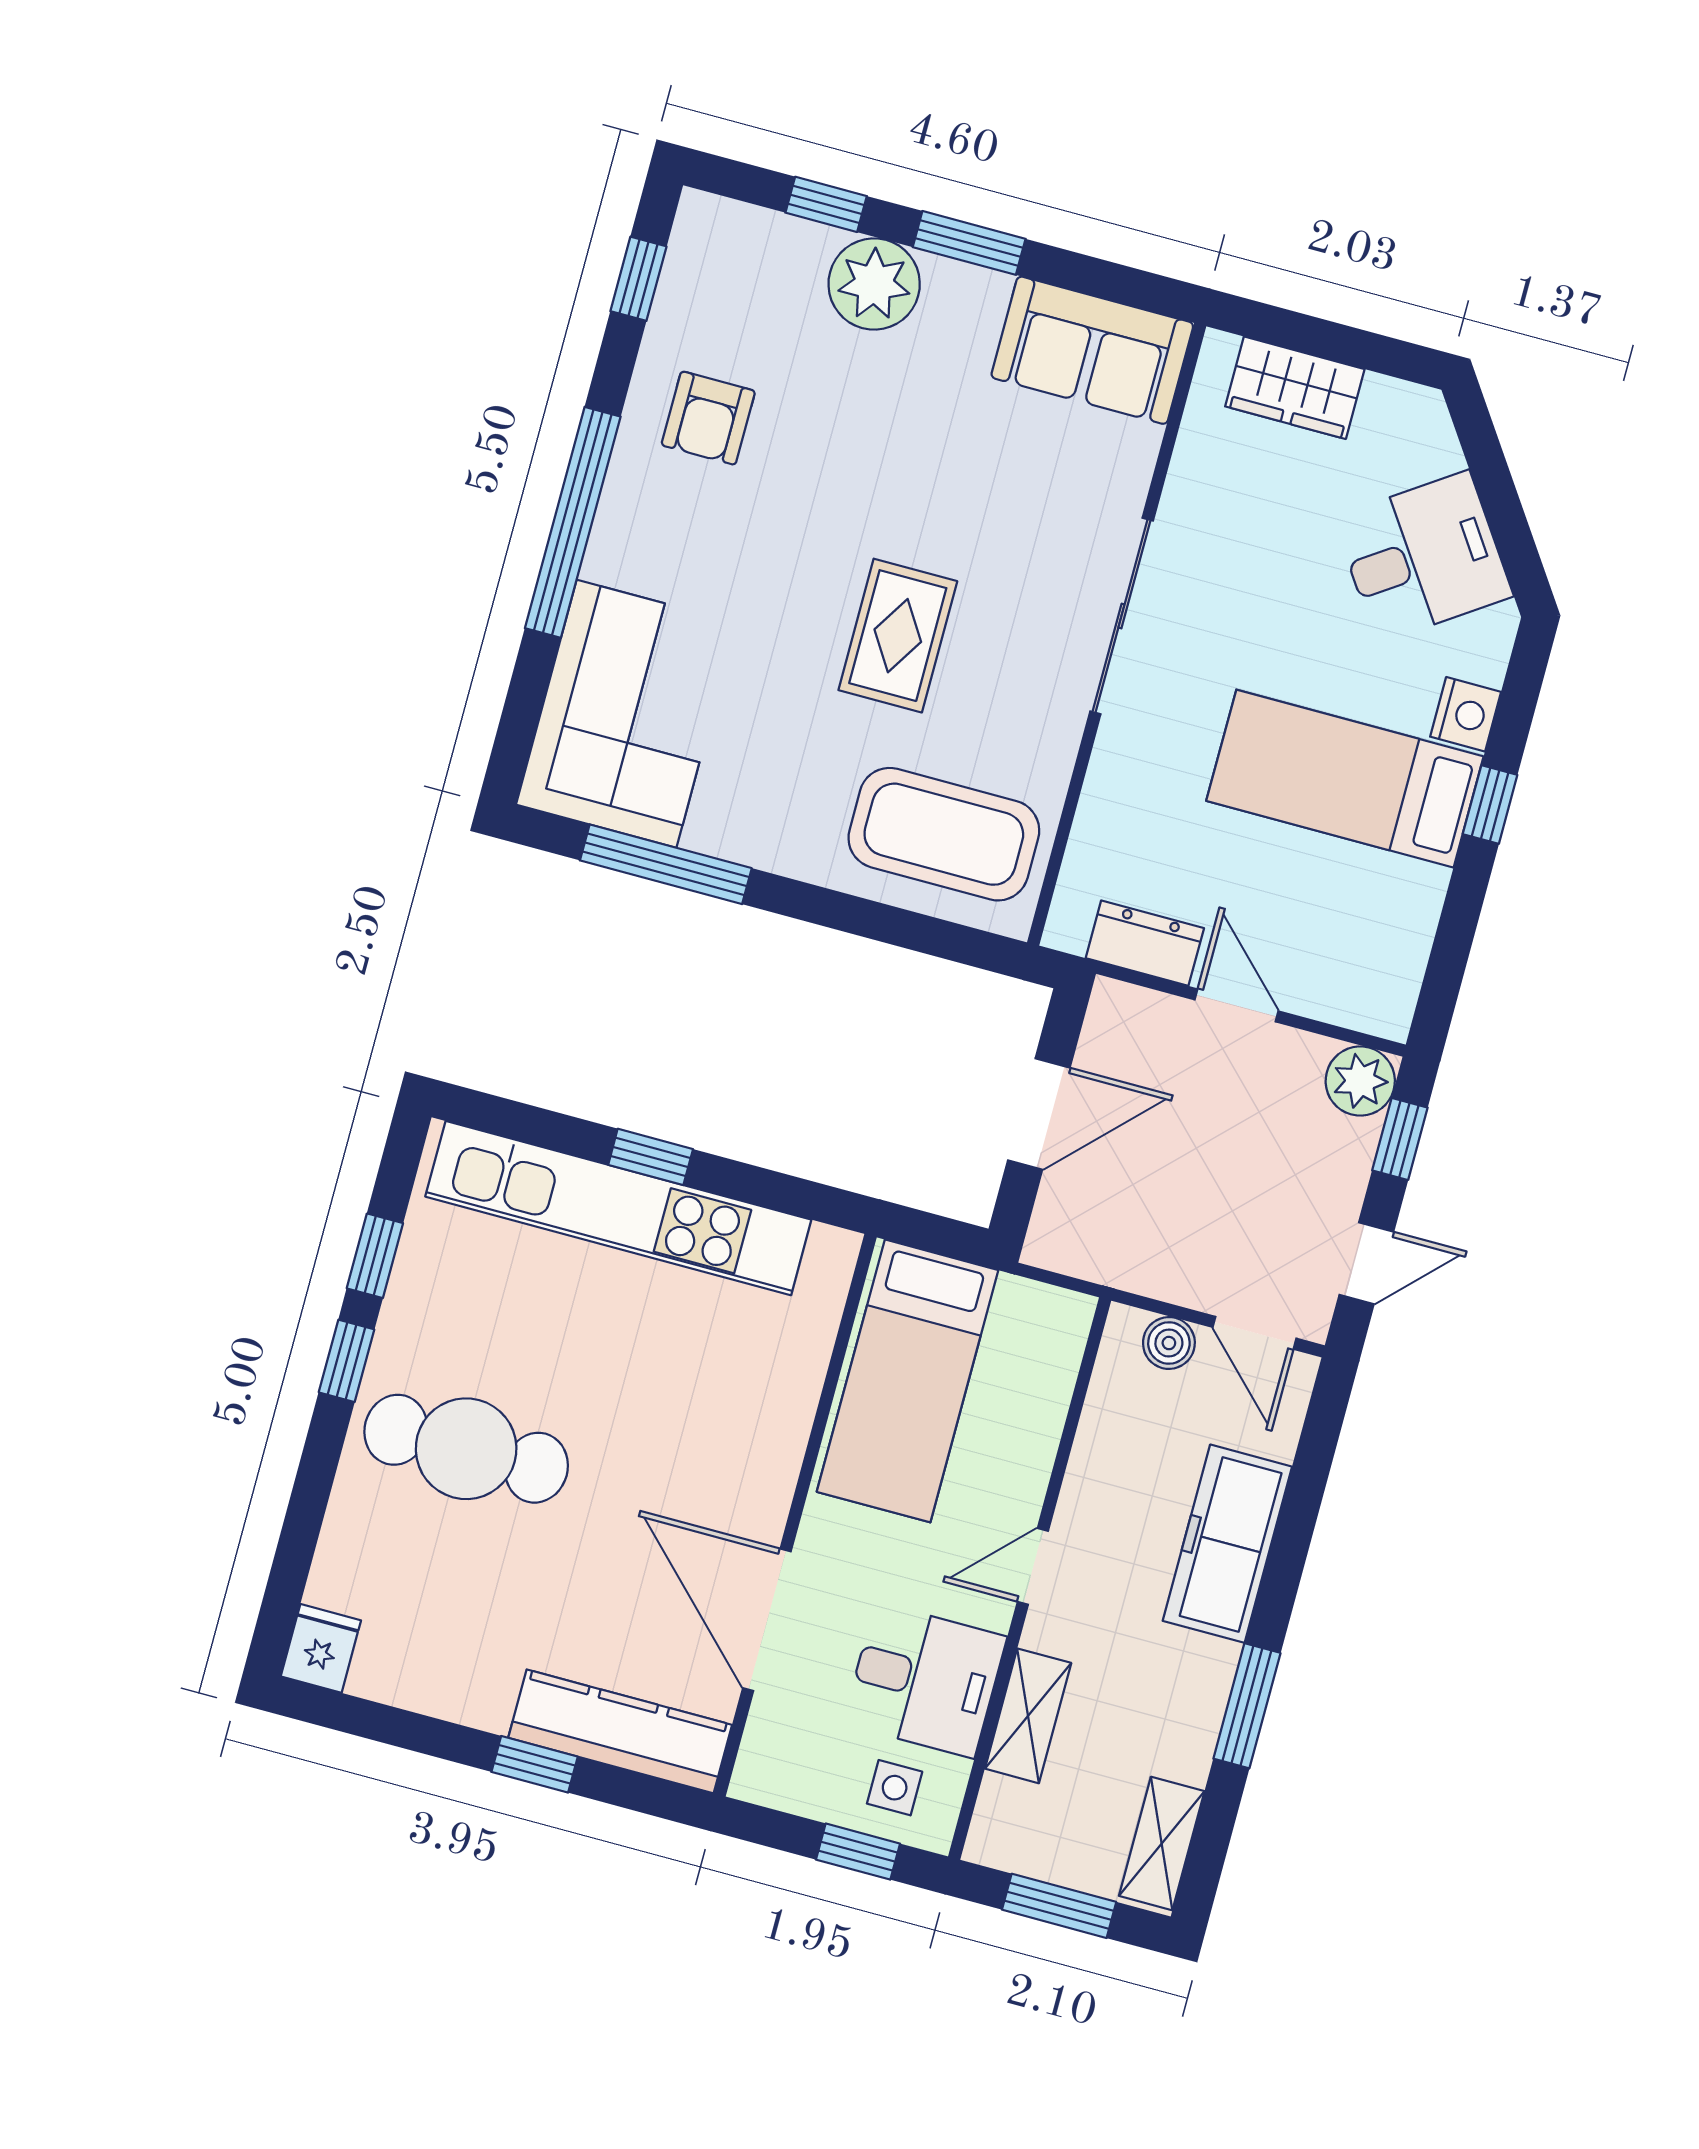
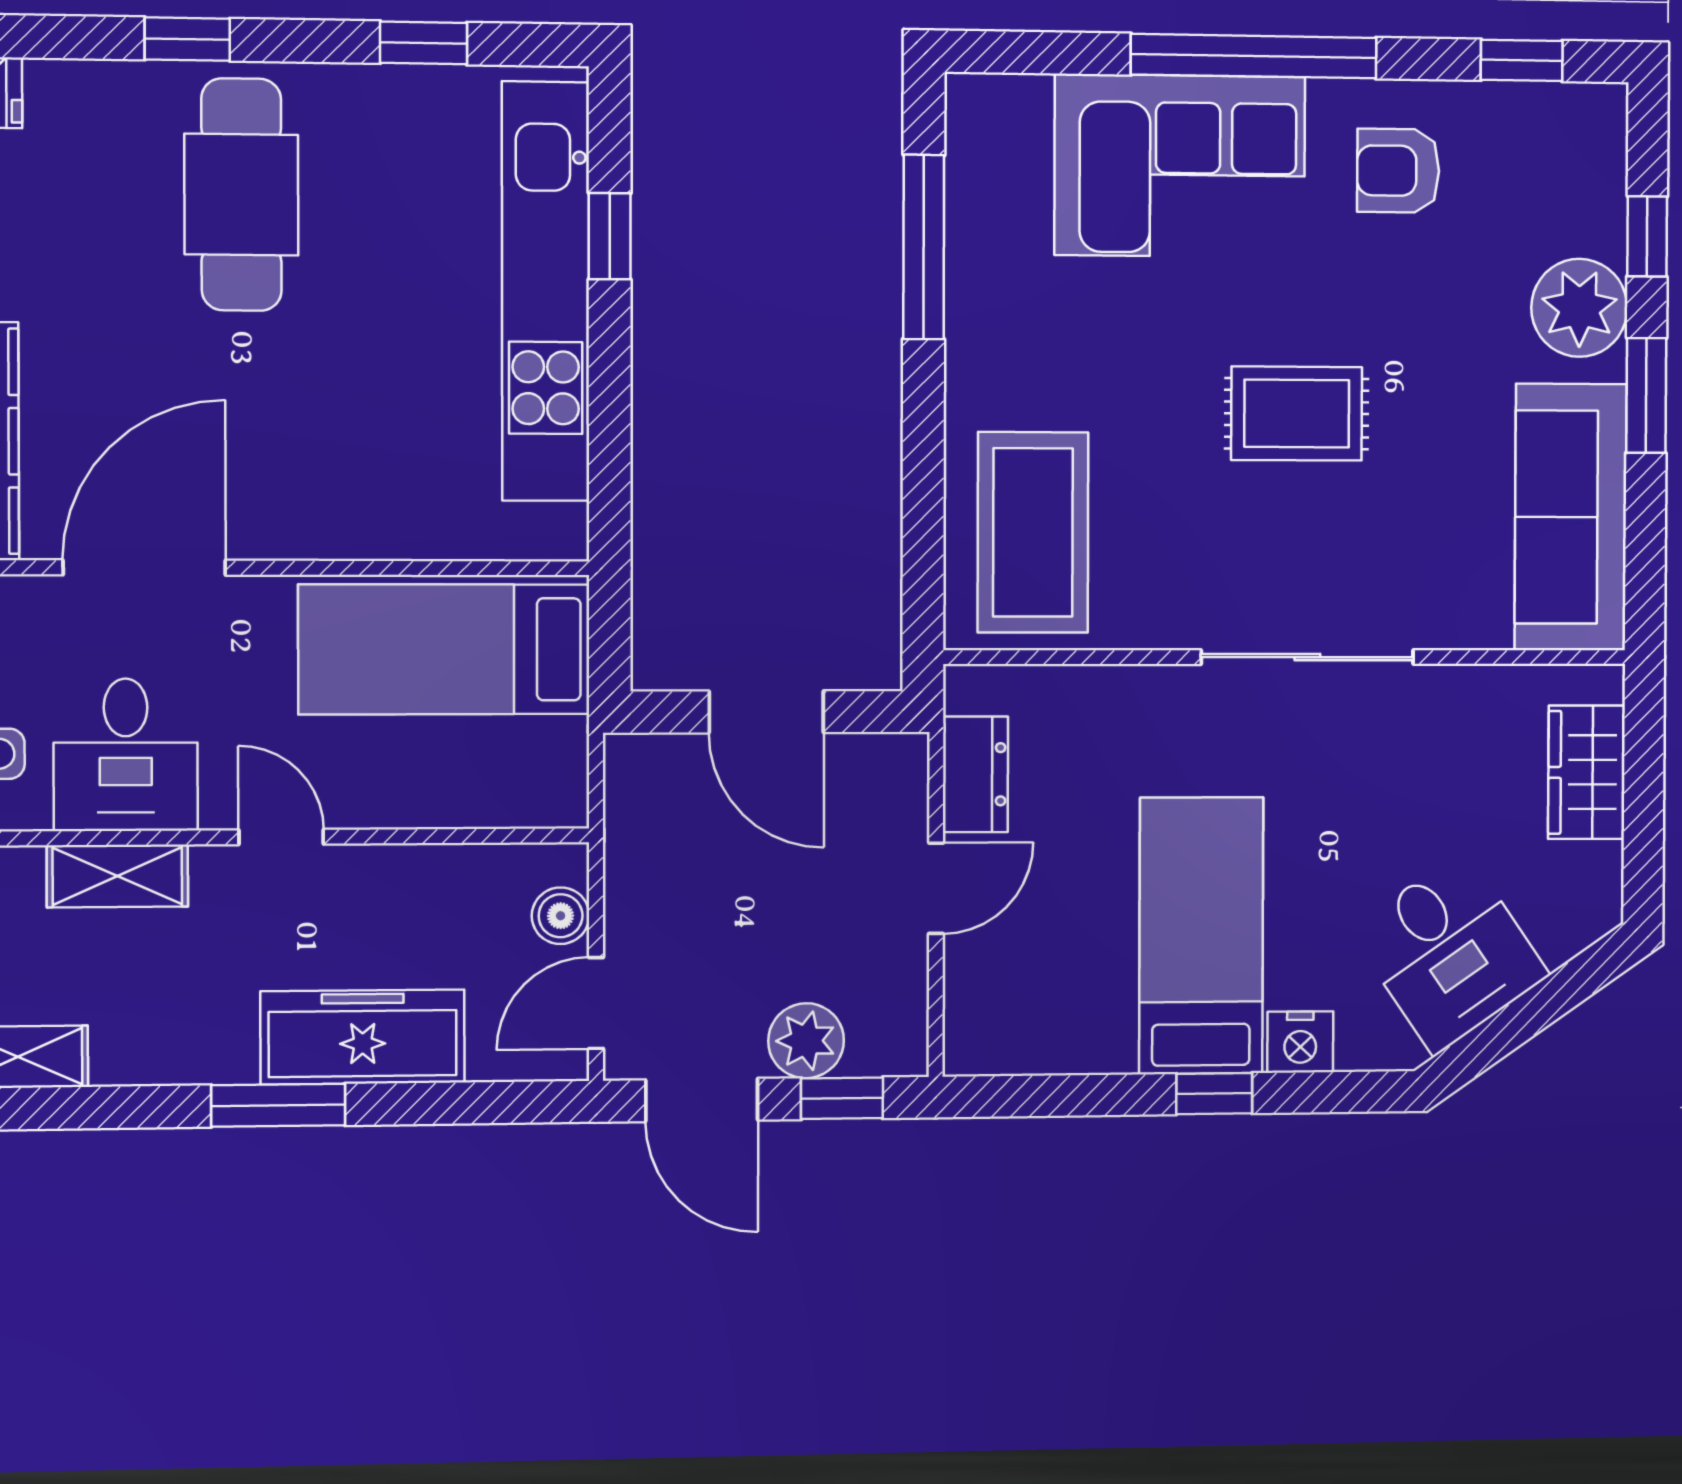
sofa: (1092, 350) -> (1571, 517), width x1.36
rug: (898, 636) -> (1297, 414), moved
corner sofa: (627, 714) -> (1180, 166), moved
plant: (1360, 1081) -> (806, 1041), moved
window: (651, 1157) -> (610, 236), moved
door: (1366, 1263) -> (702, 1100), width x1.38
window: (346, 1361) -> (187, 39), moved
window: (1247, 1706) -> (278, 1105), moved

